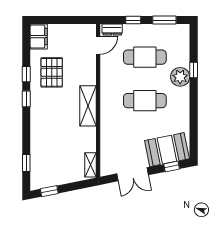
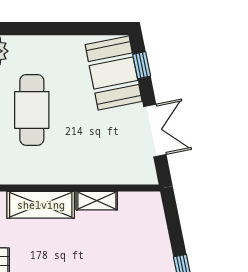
shelving: (91, 165) -> (97, 201), moved

